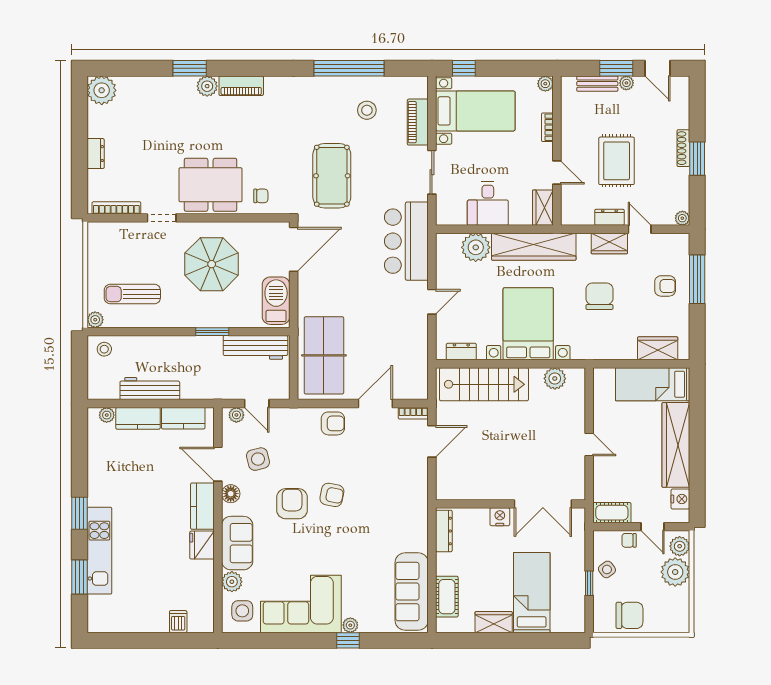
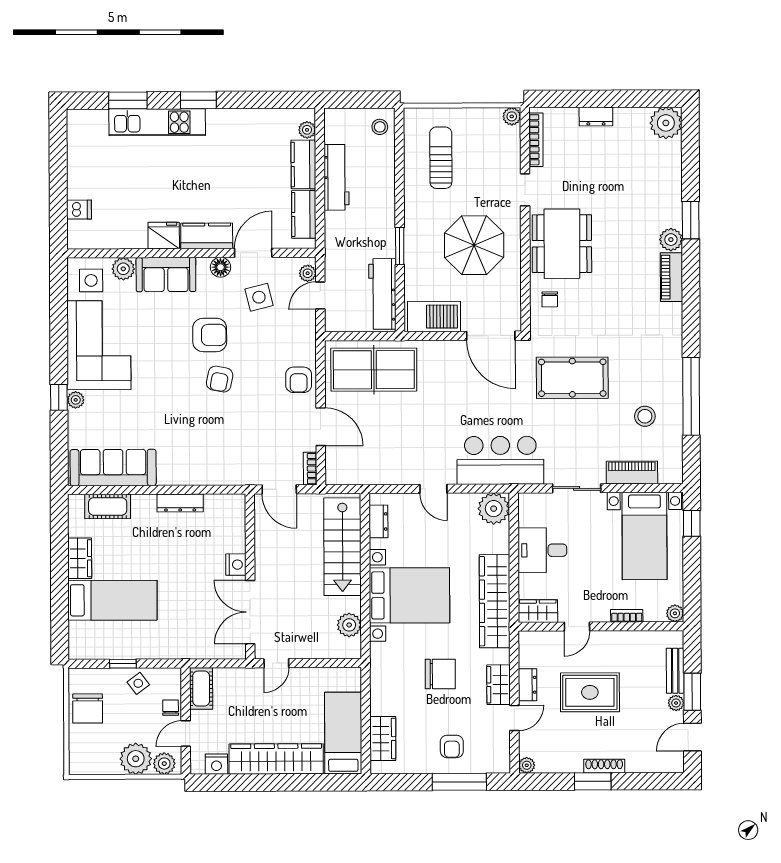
plant: (476, 247) -> (494, 509), moved
plant: (95, 320) -> (512, 116), moved
wall: (511, 504) -> (250, 576), moved
double door: (543, 504) -> (250, 612), moved
nightstand: (500, 517) -> (236, 565), moved

